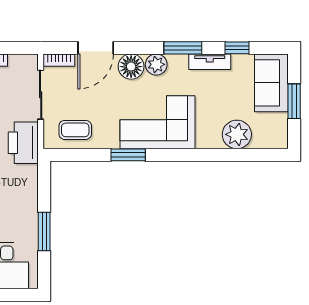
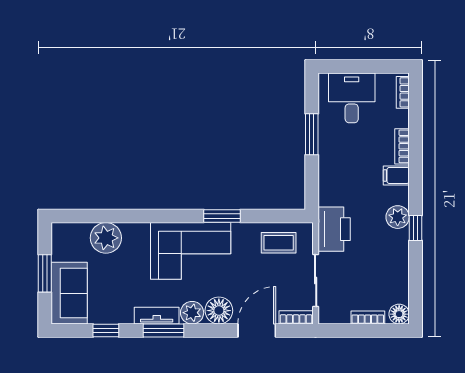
tv unit: (210, 62) -> (157, 316), moved

